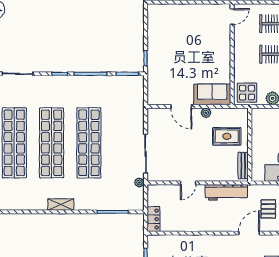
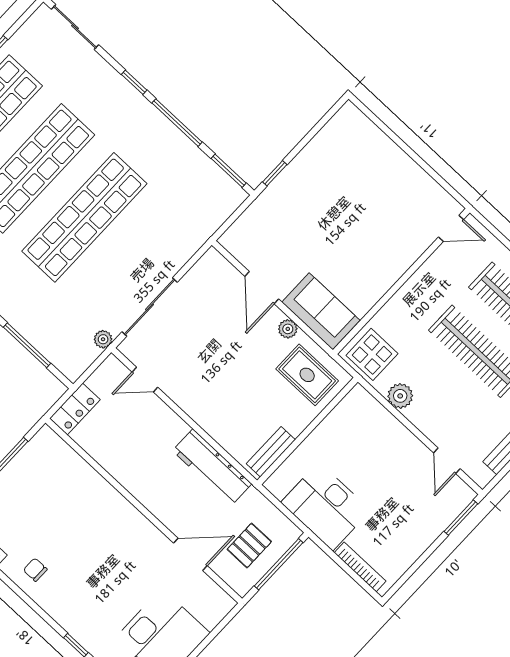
rug: (227, 136) -> (307, 375), moved
door: (188, 183) -> (145, 380), moved

